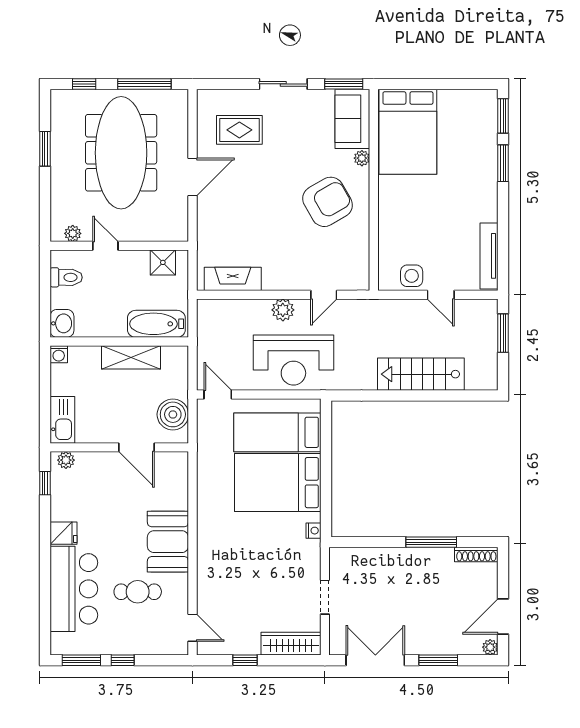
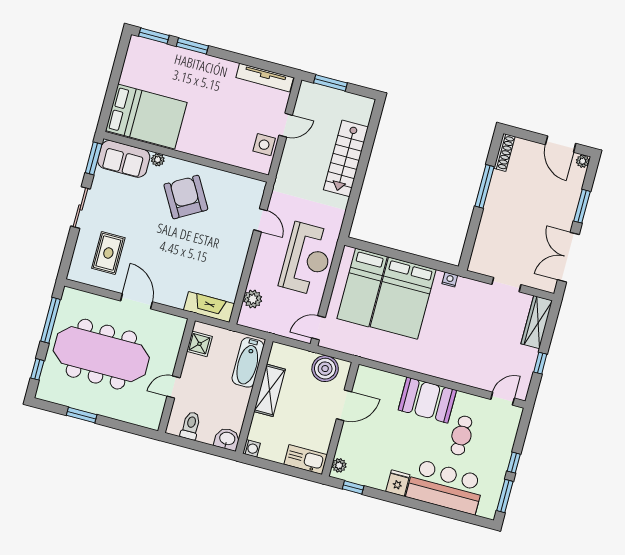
plant: (73, 233) -> (156, 411), removed
fireplace: (233, 279) -> (209, 307), moved, turned 90
plant: (283, 310) -> (253, 299), moved

